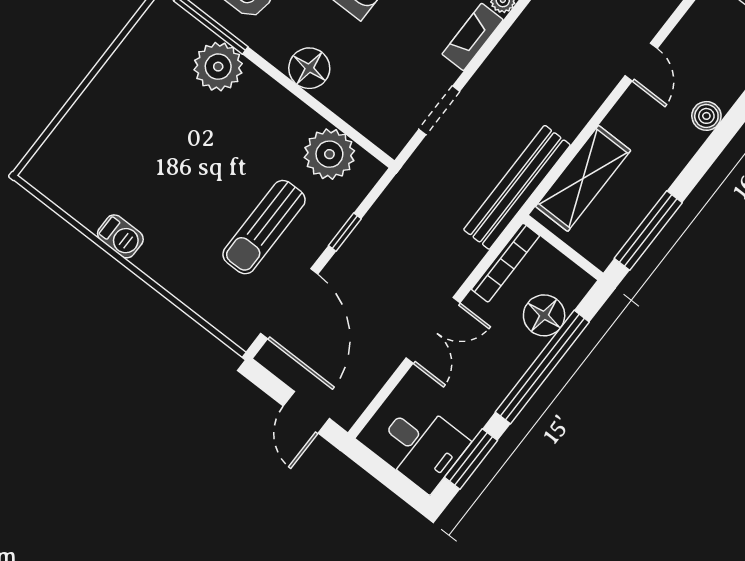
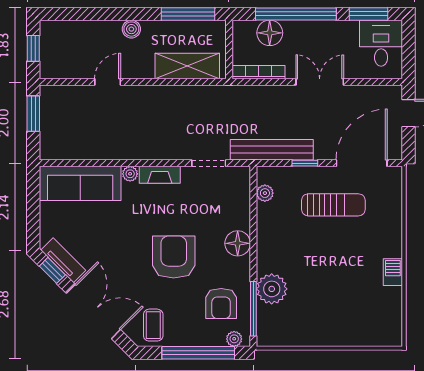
boiler: (706, 116) -> (131, 29), moved
plant: (329, 154) -> (265, 193), width x0.53, depth x0.53
bench: (517, 187) -> (272, 150), moved

